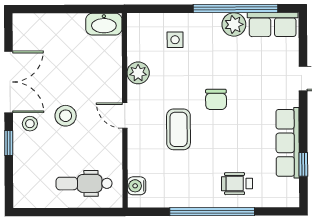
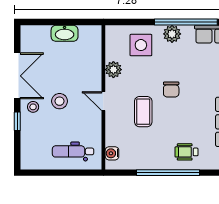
washbasin: (104, 24) -> (65, 33), moved
plant: (234, 24) -> (172, 34), moved
side table: (175, 40) -> (141, 45), width x1.87, depth x1.87

